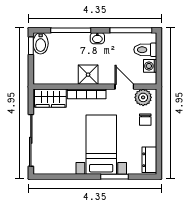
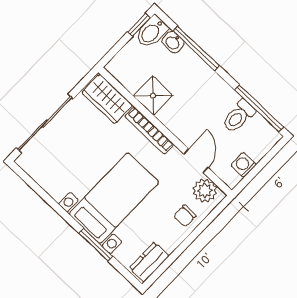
washbasin: (97, 38) -> (173, 42), moved
toilet: (145, 50) -> (239, 116), moved, turned -90
shower: (88, 75) -> (153, 96), moved

